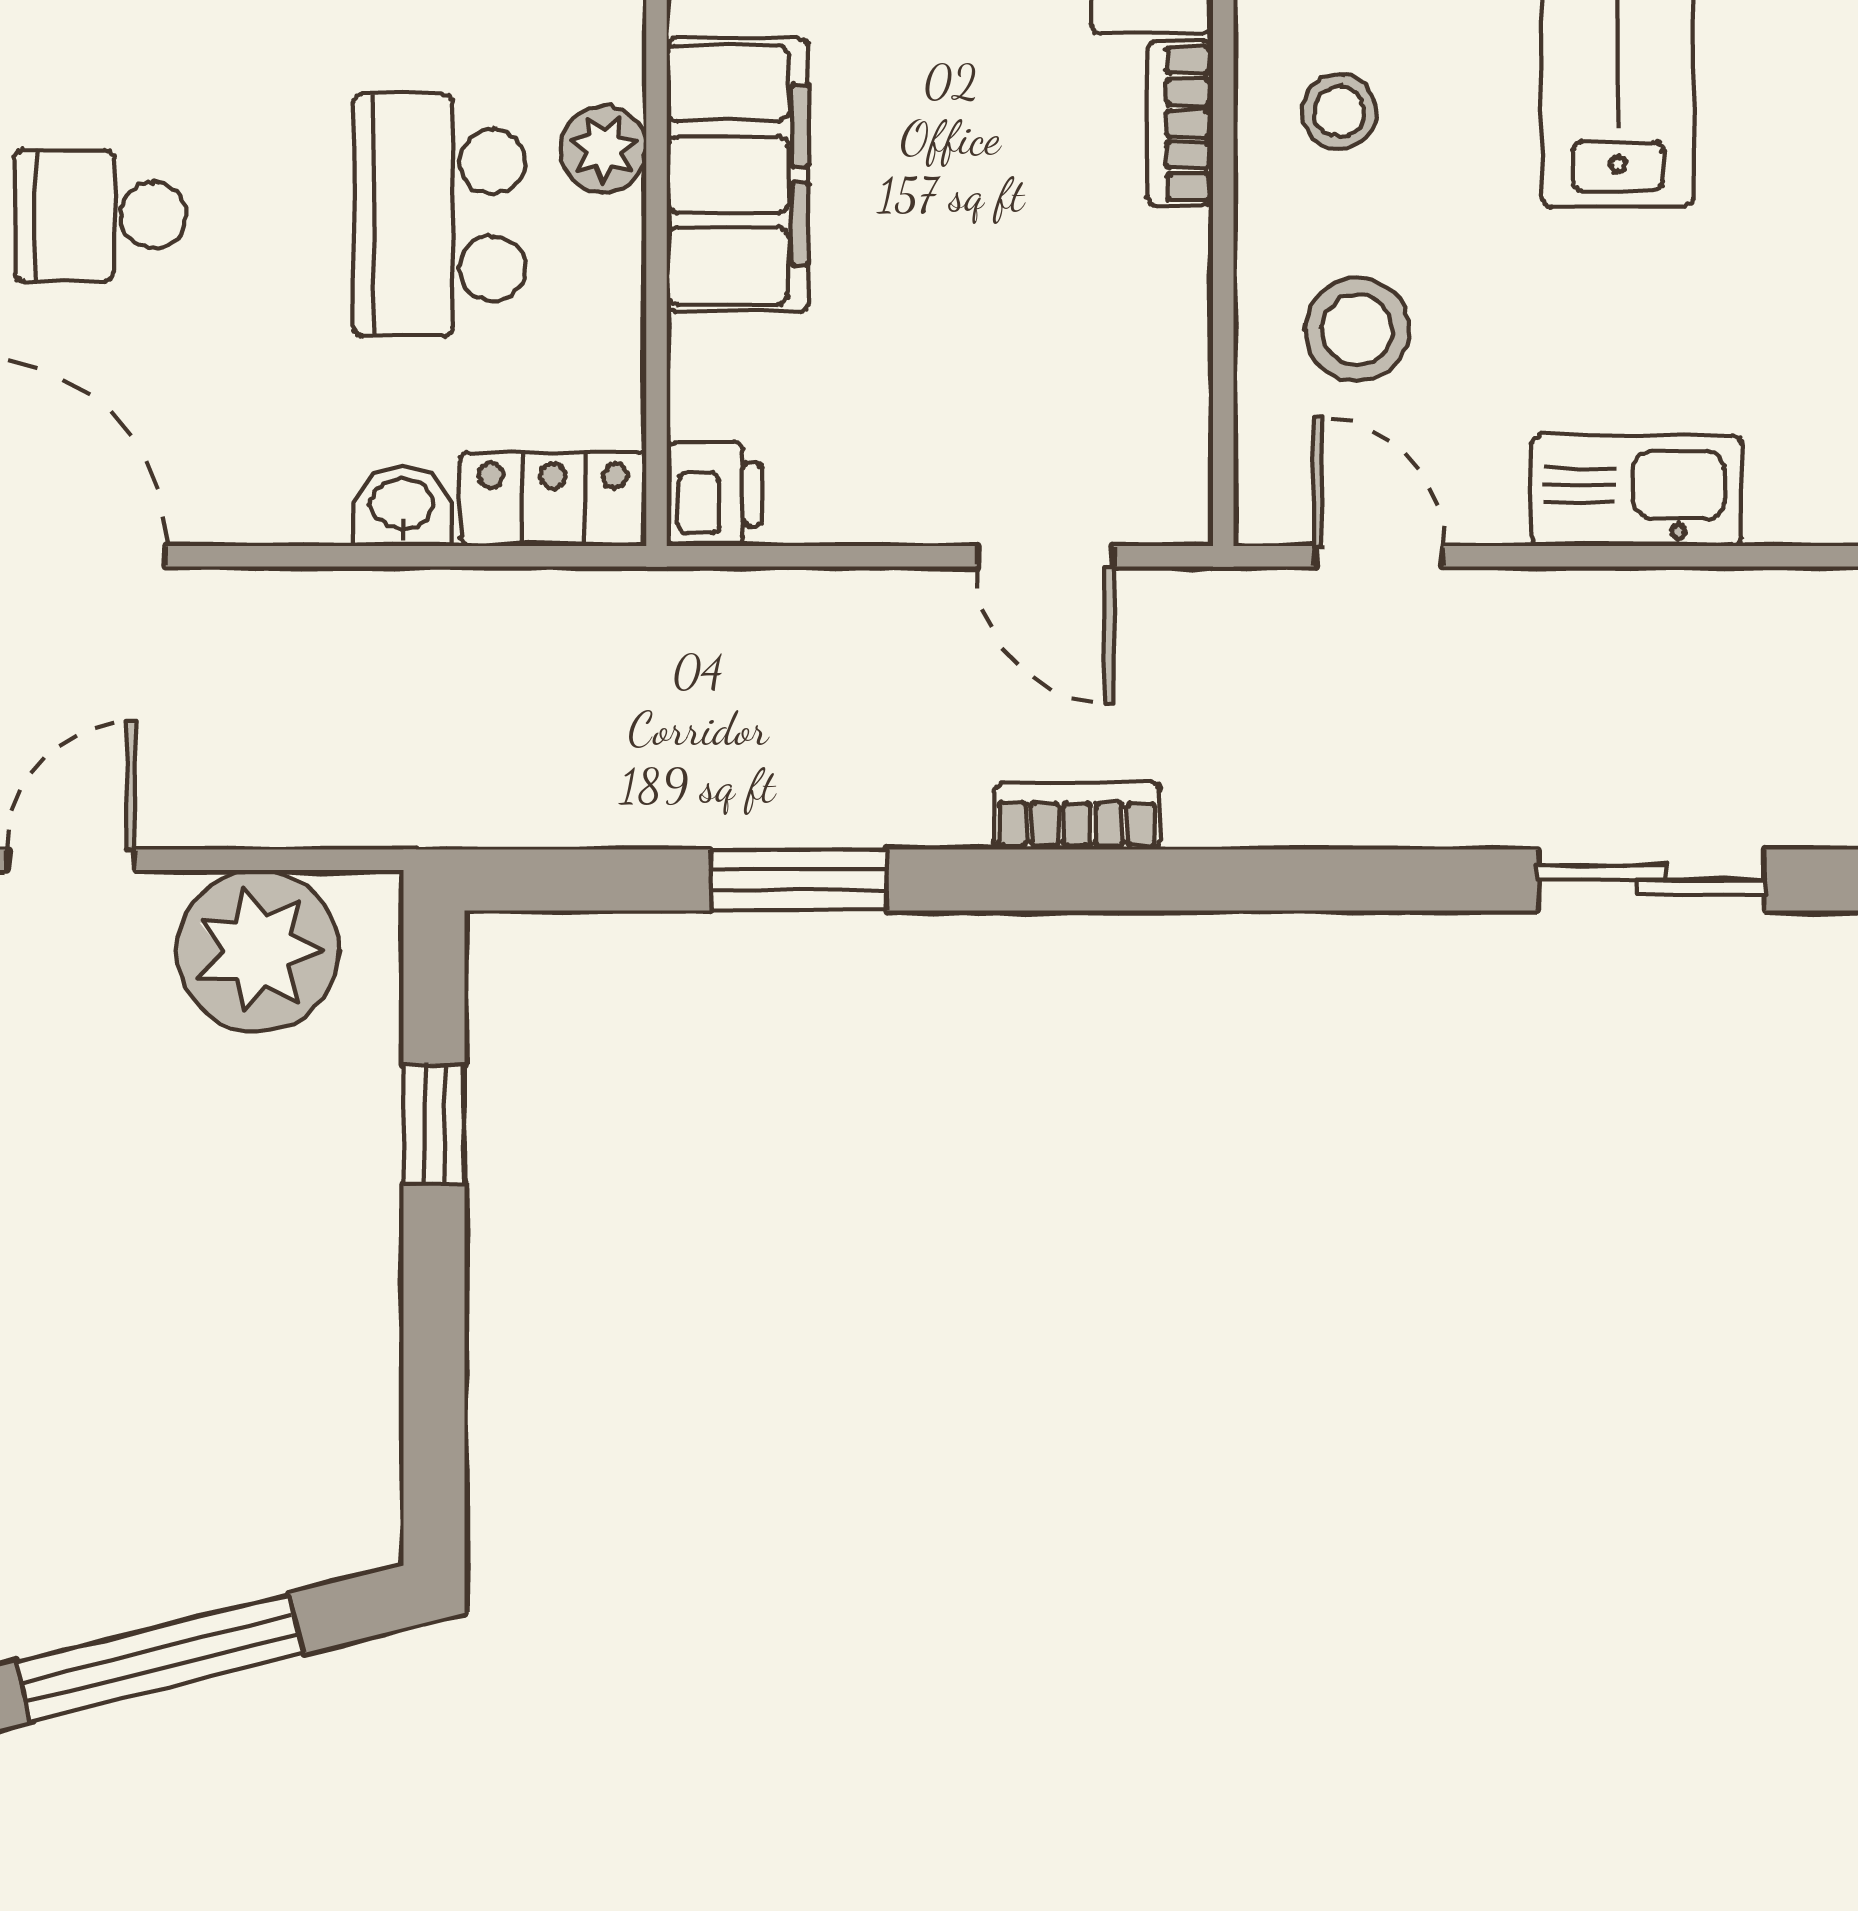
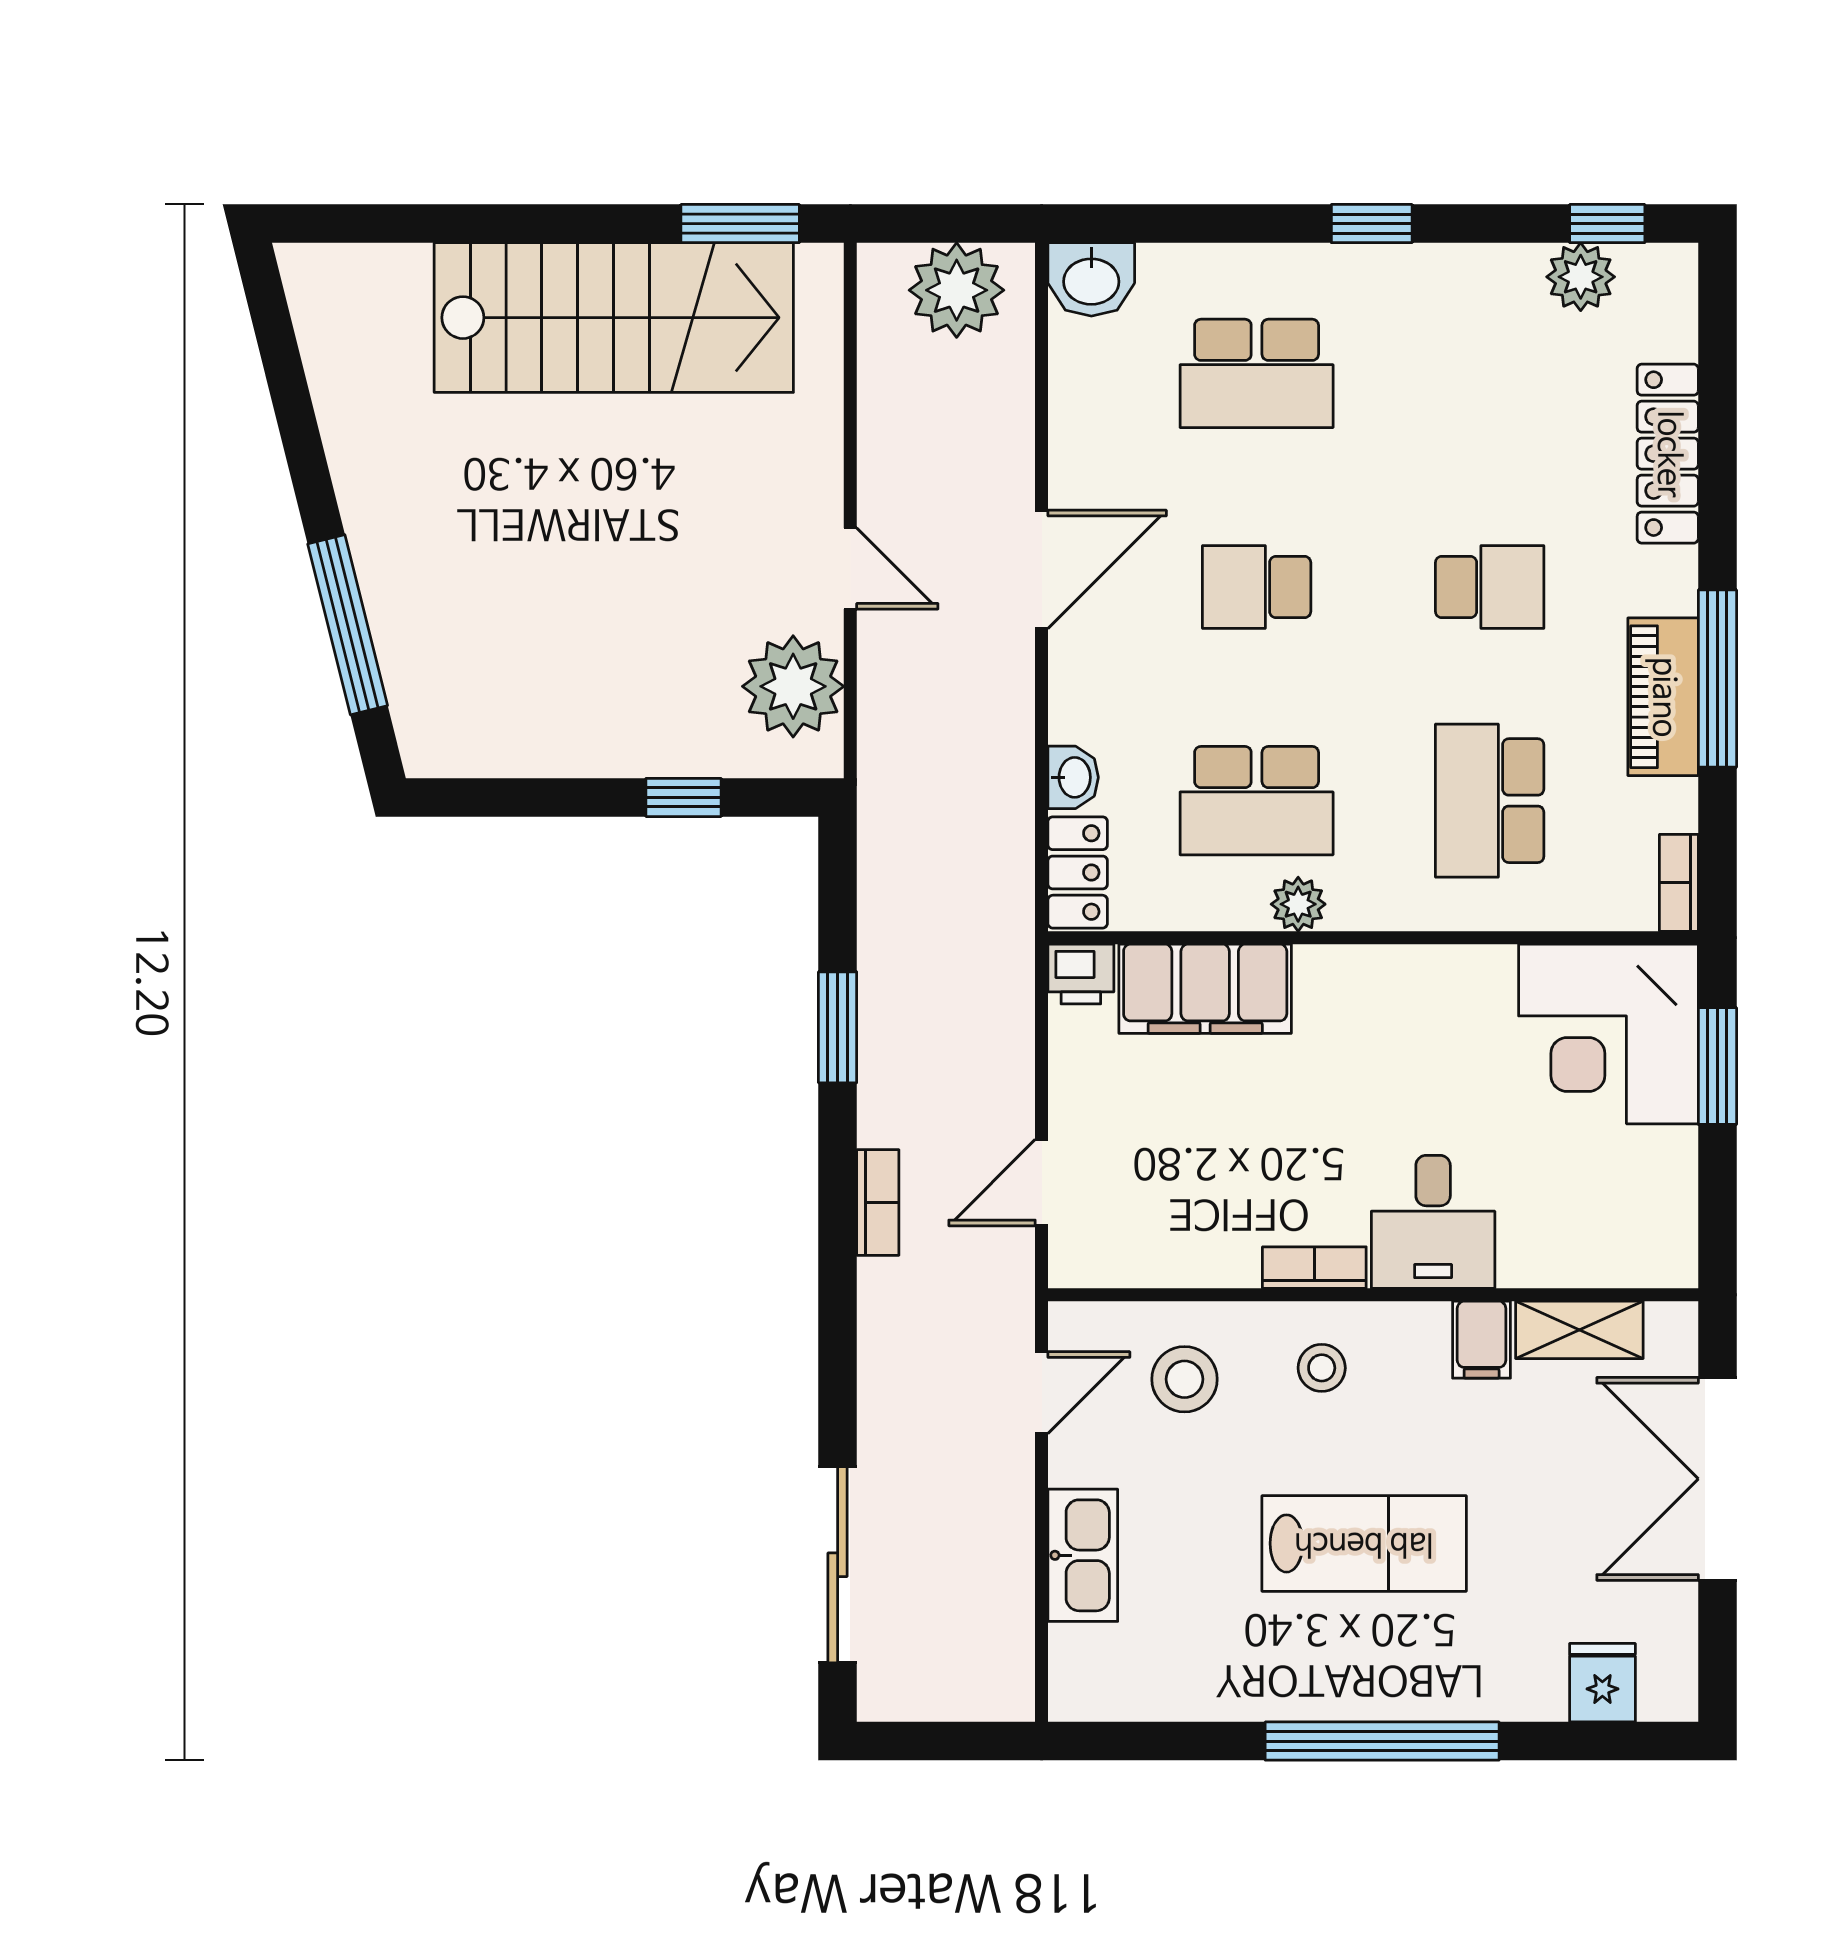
filing cabinet: (738, 175) -> (1205, 989), moved
school desk: (100, 215) -> (1257, 587), turned -90
school desk: (439, 215) -> (1257, 801), turned 180
sliding door: (1652, 880) -> (838, 1565), width x1.37

